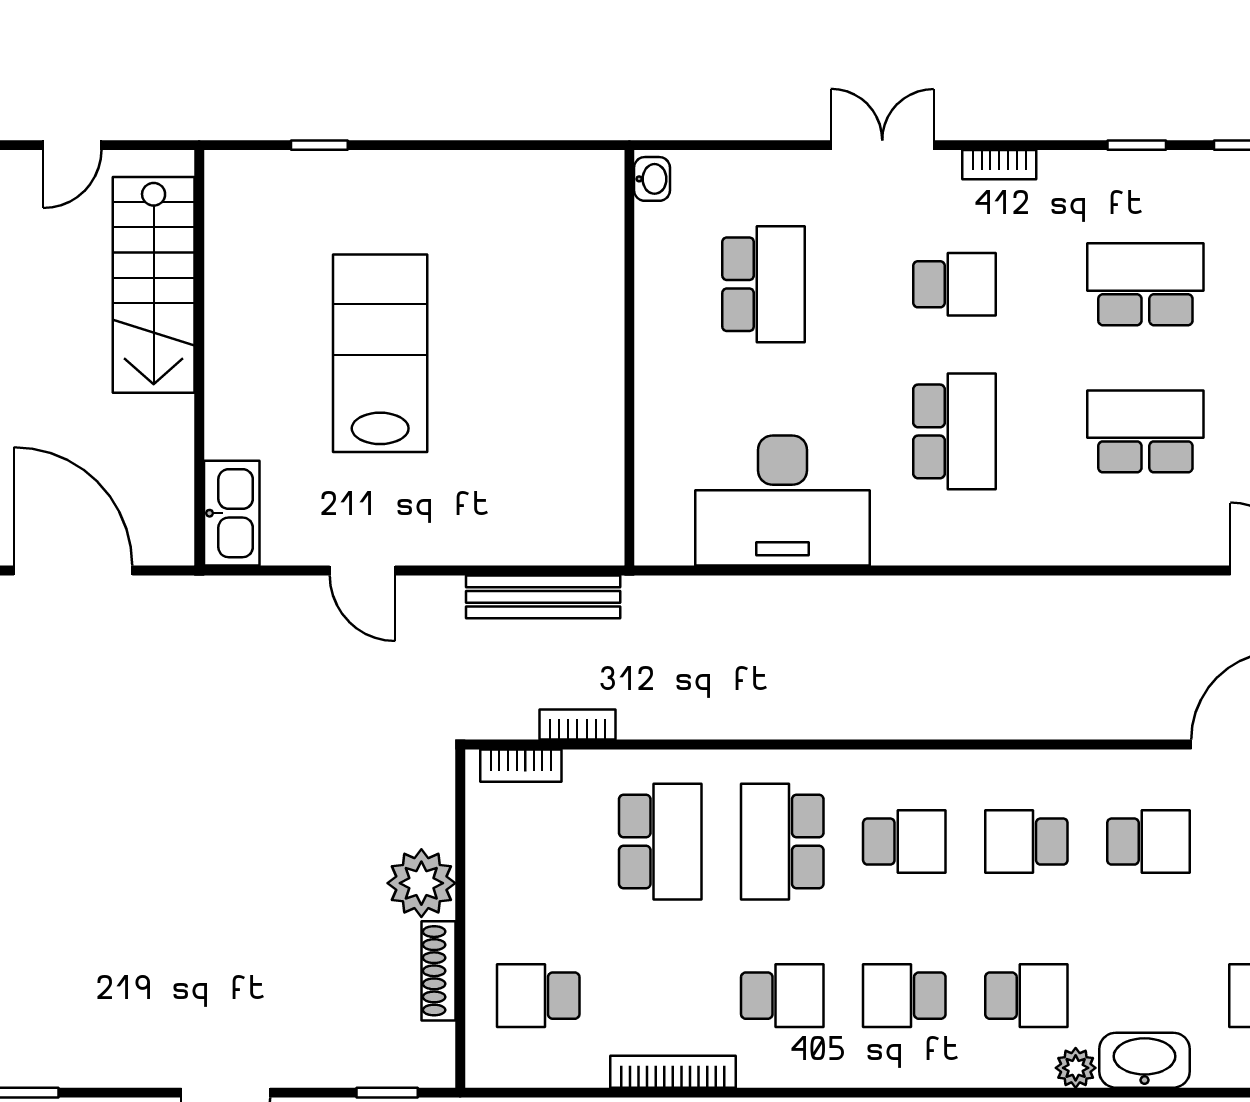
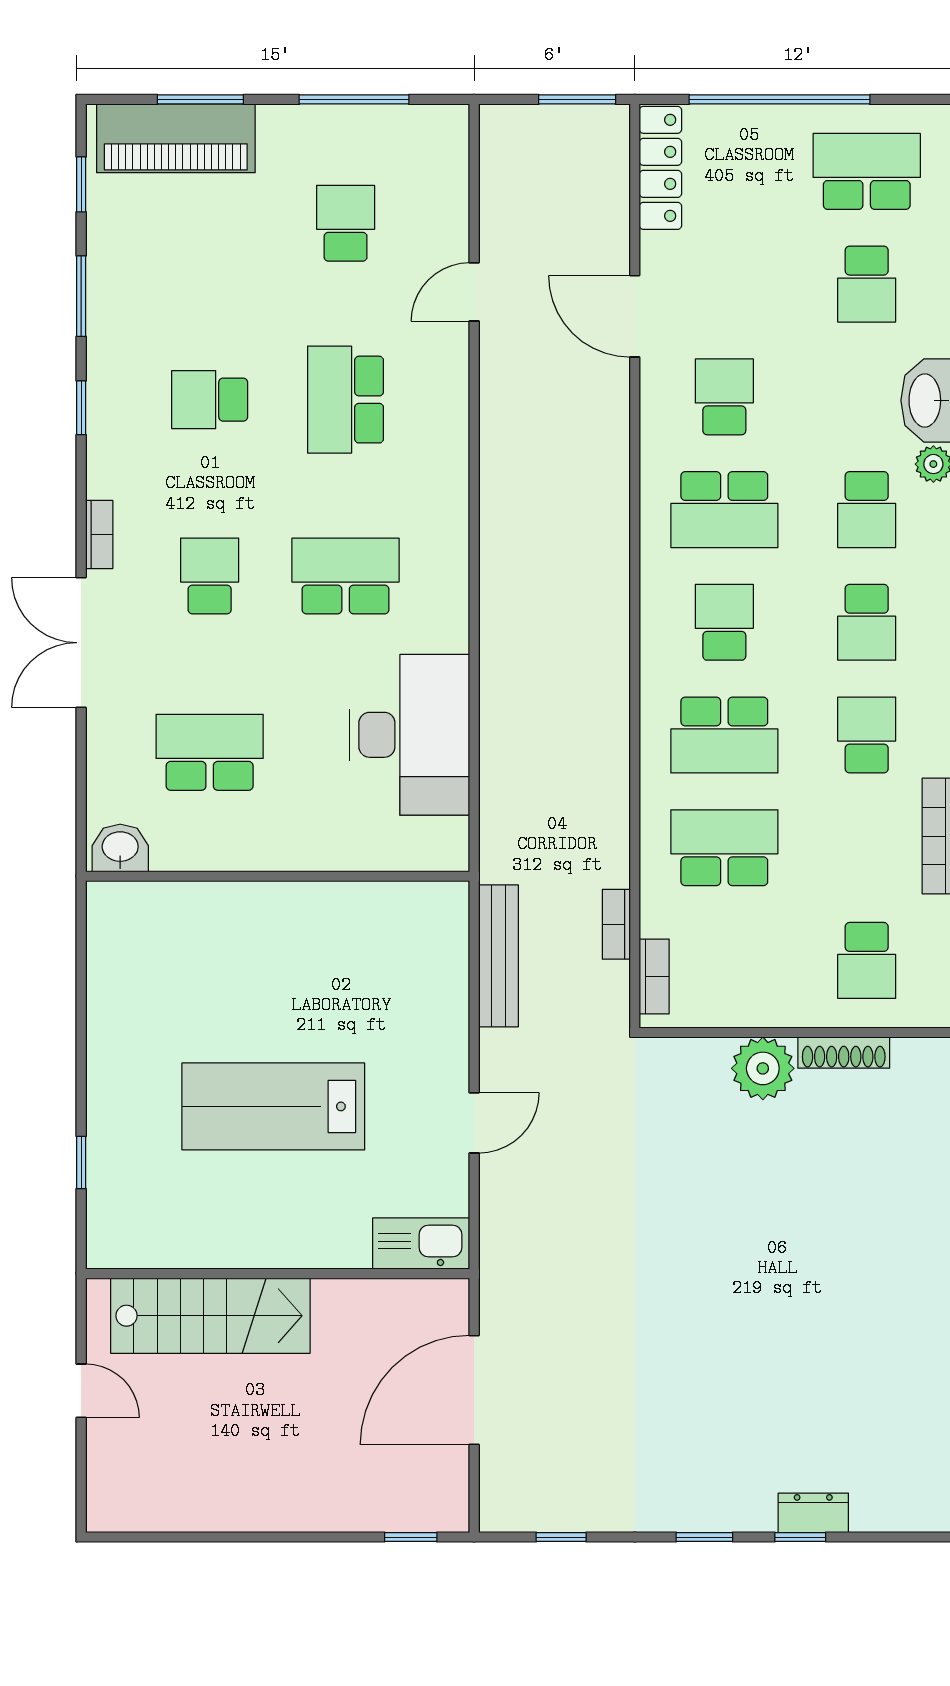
double door: (882, 145) -> (81, 643), width x1.37
washbasin: (652, 179) -> (120, 848), width x1.38, depth x1.45
school desk: (1145, 284) -> (210, 400), width x0.54
school desk: (1026, 842) -> (724, 510), width x1.85
school desk: (1026, 996) -> (867, 510), turned 180

